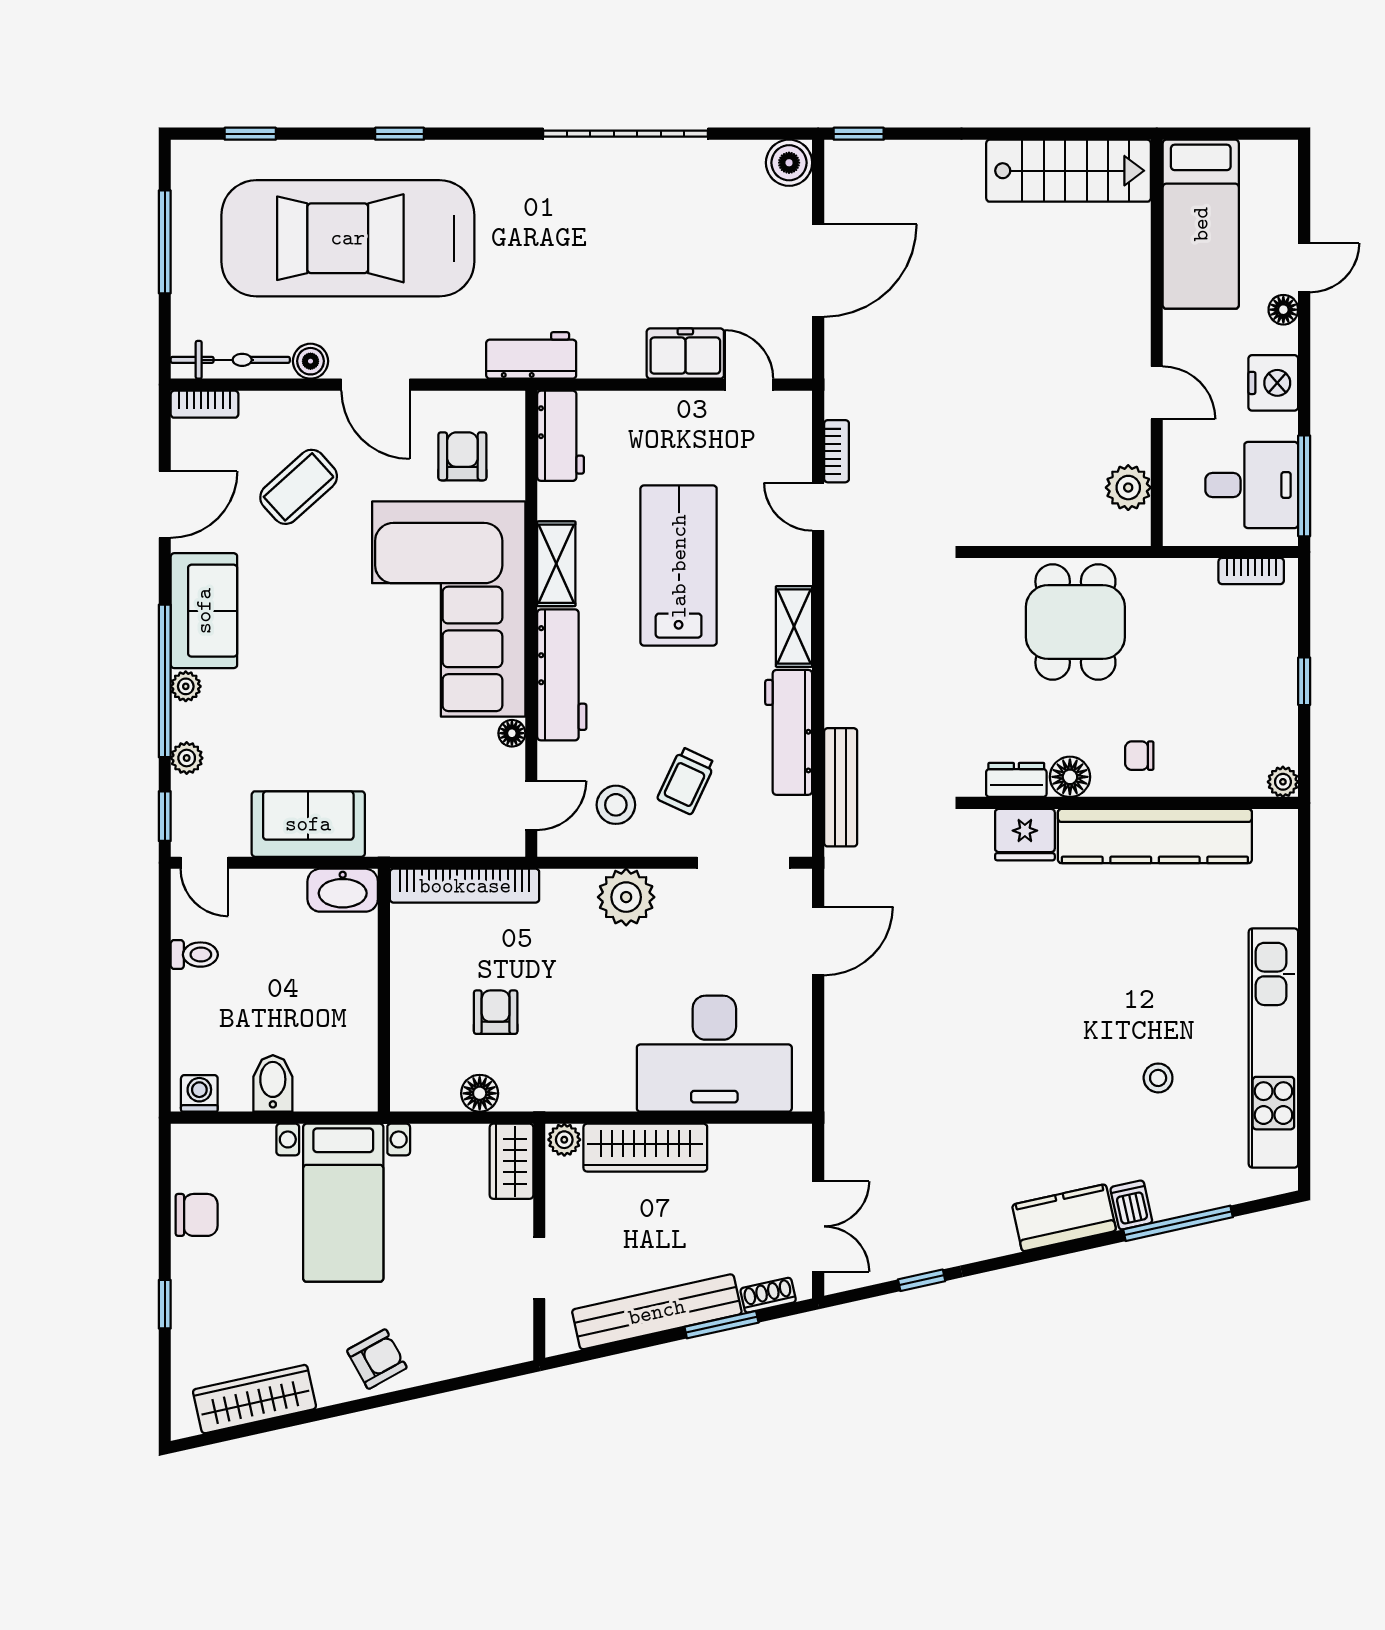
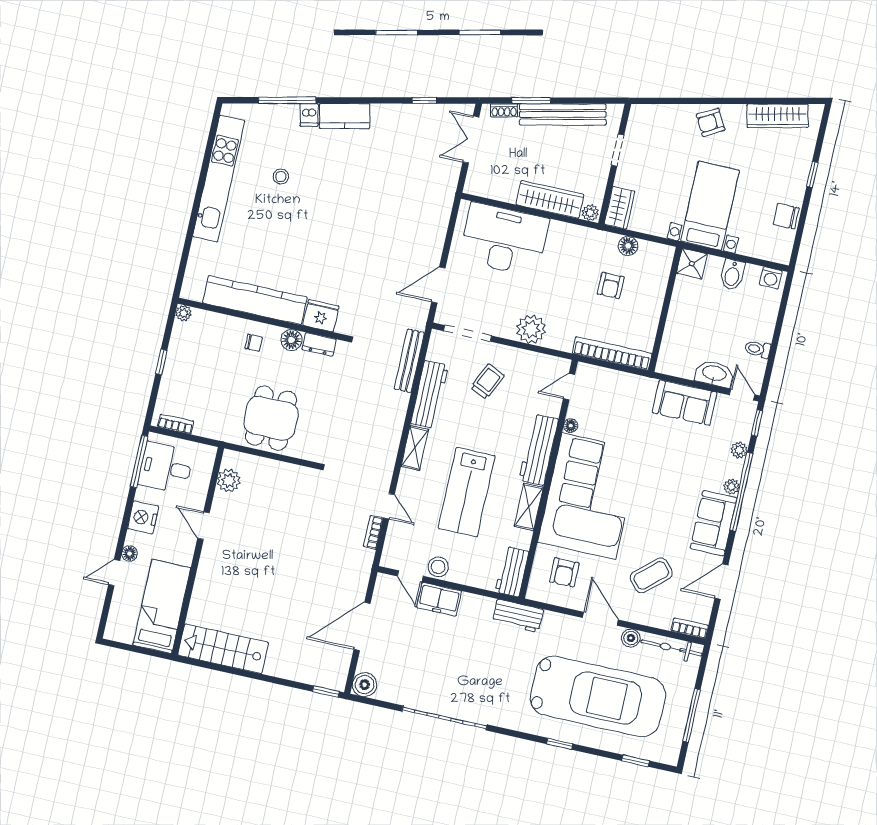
stool: (616, 805) -> (438, 567), moved
washbasin: (343, 890) -> (714, 374), moved
shower: (353, 1087) -> (692, 264), added

